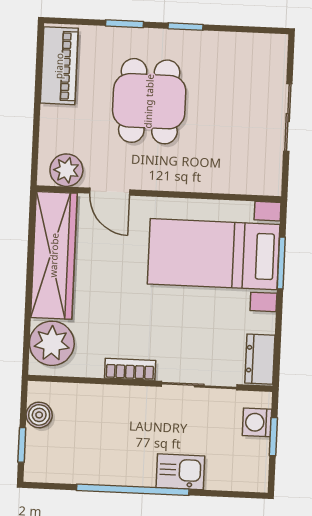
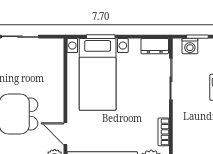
door: (110, 192) -> (65, 134), swing flipped
bookcase: (130, 369) -> (164, 132), moved

